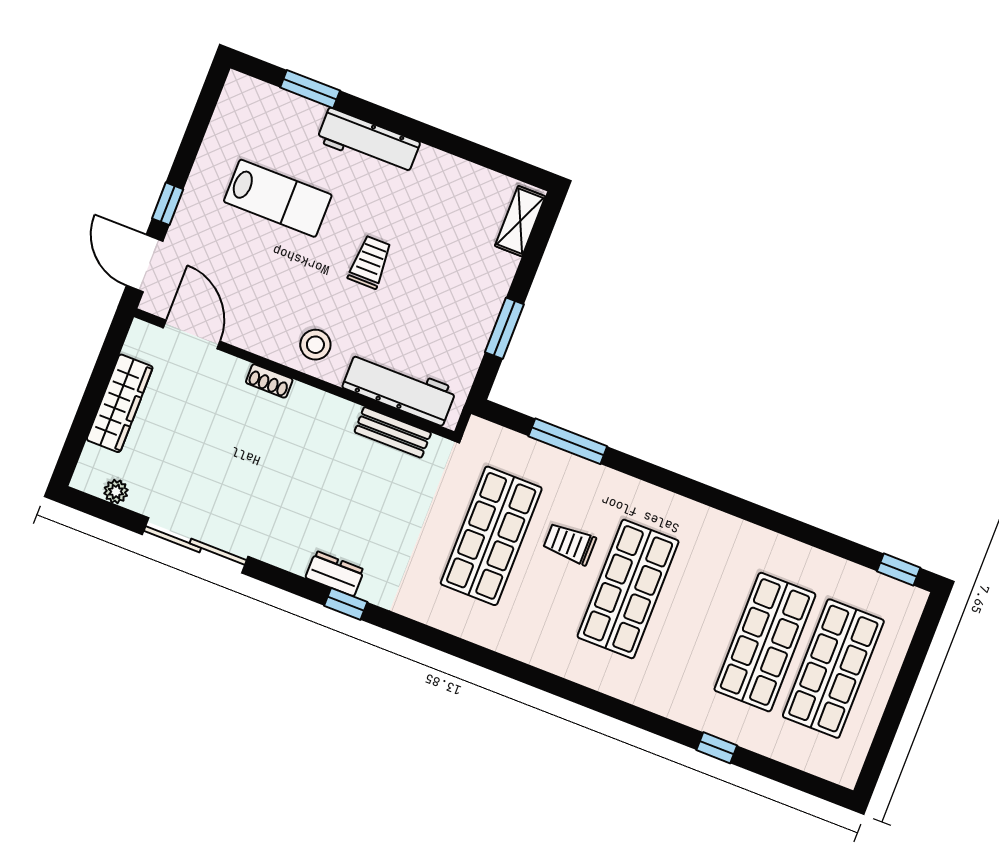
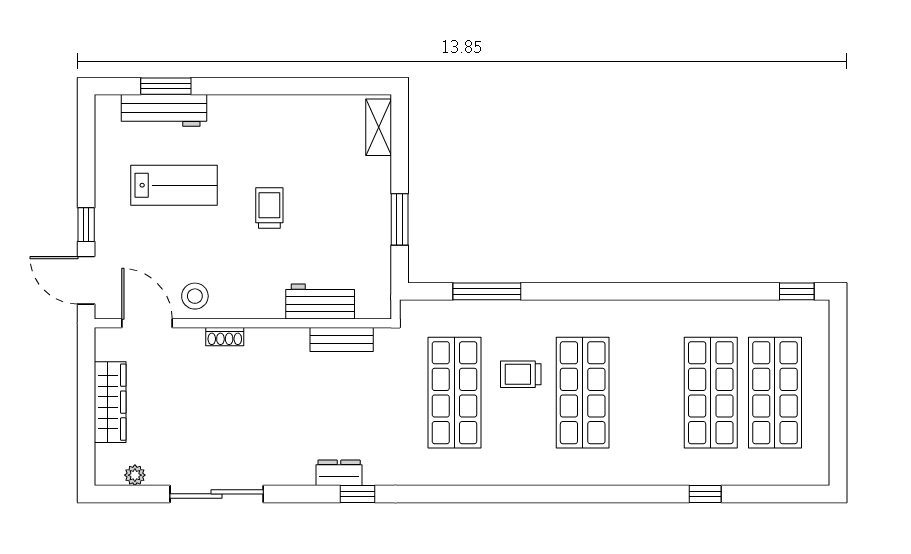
workbench: (368, 142) -> (164, 110), moved
stool: (315, 345) -> (195, 296), moved
workbench: (399, 388) -> (320, 301), width x0.73

